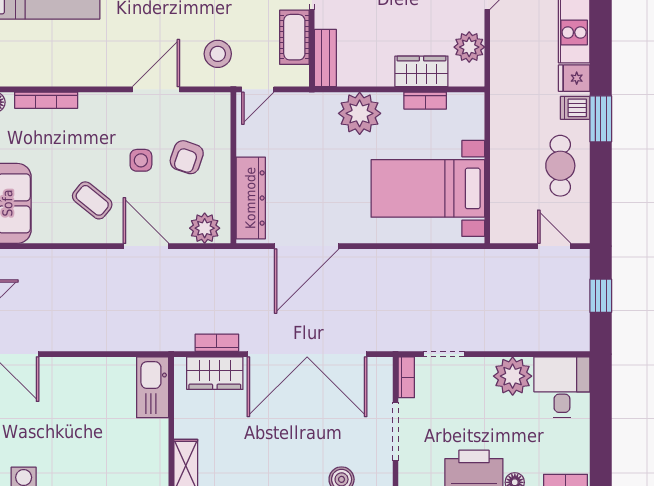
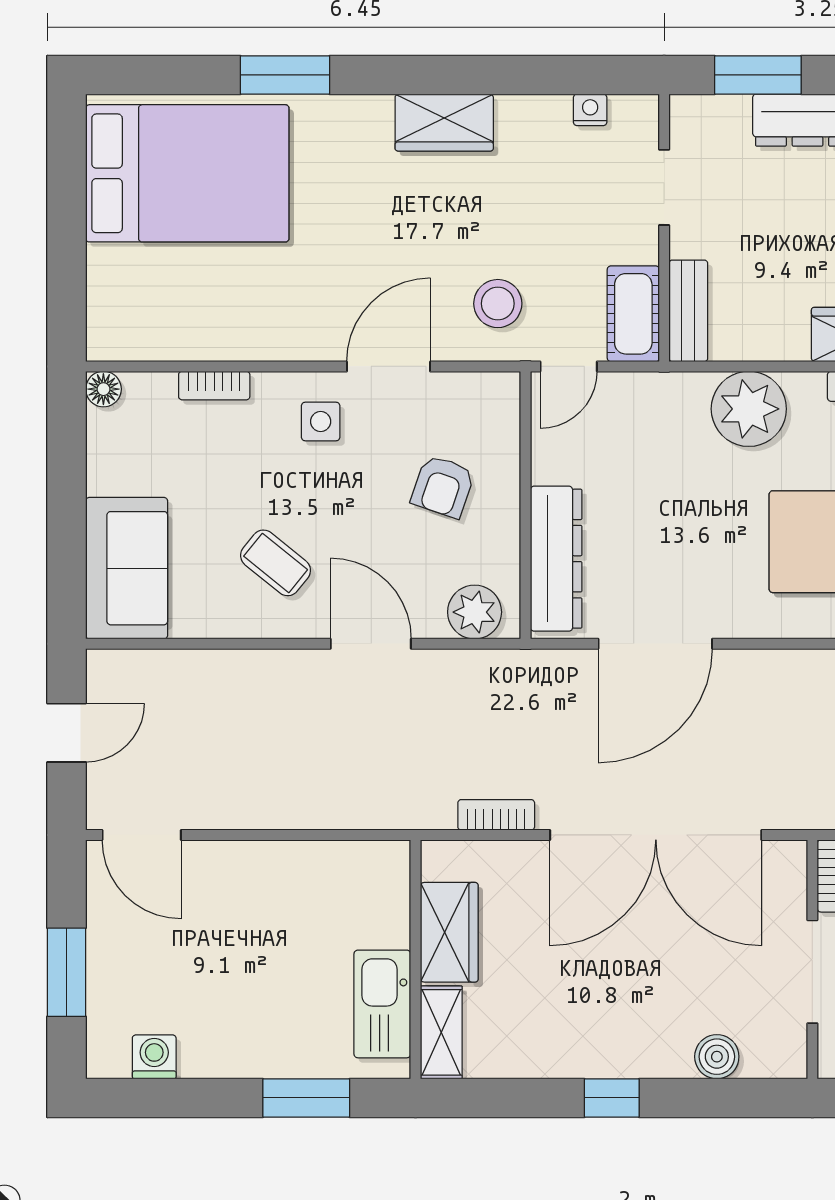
cot: (294, 37) -> (633, 314), moved
bookcase: (46, 100) -> (214, 386), width x0.64
side table: (141, 160) -> (321, 422), moved
wardrobe: (215, 373) -> (449, 932), moved, turned -90
kitchen sink: (153, 387) -> (382, 1004), moved

